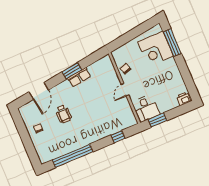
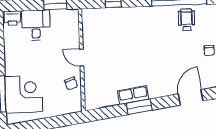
door: (125, 90) -> (82, 58), swing flipped
desk: (146, 108) -> (36, 25), moved
wheelchair: (63, 114) -> (187, 20), moved

